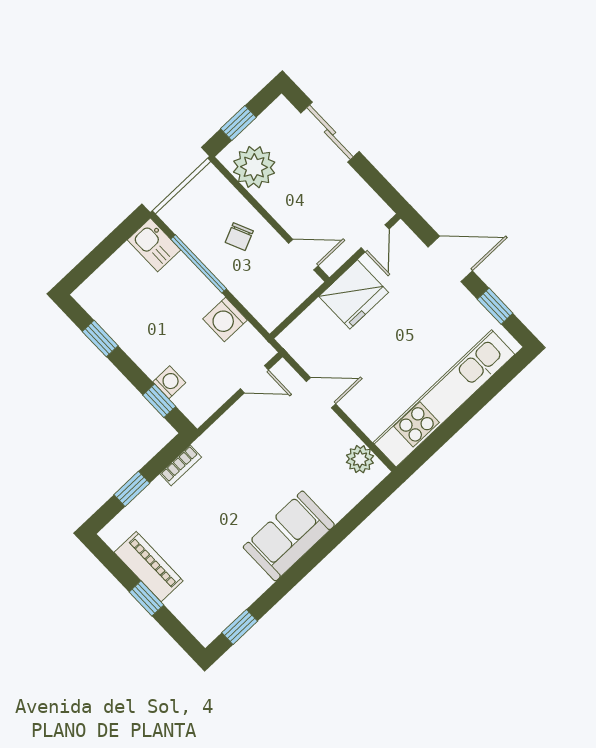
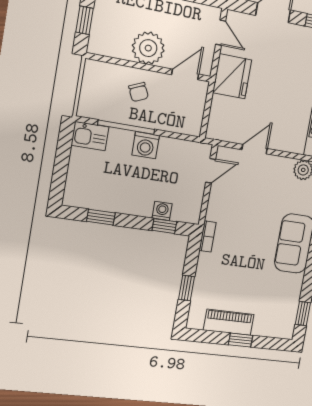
plant: (254, 167) -> (148, 48), moved
washing machine: (225, 319) -> (146, 145), moved
bookcase: (181, 465) -> (208, 236), moved

